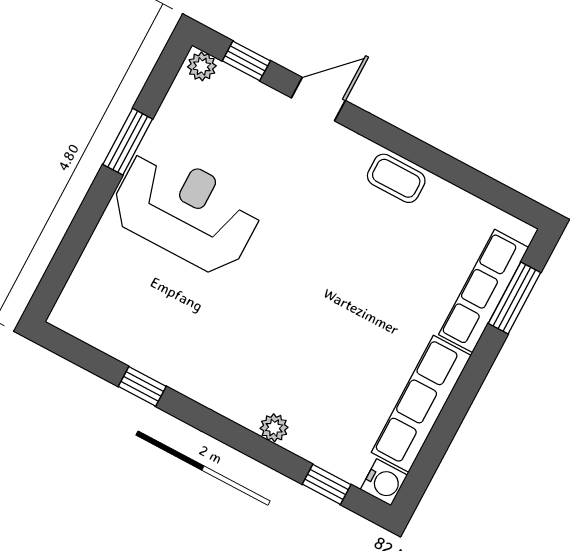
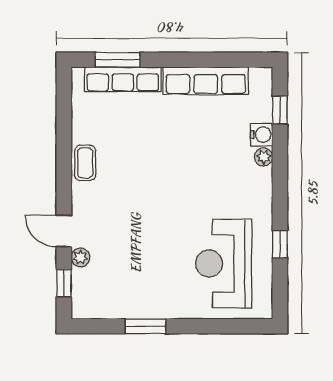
plant: (202, 66) -> (80, 257), moved
reception desk: (186, 211) -> (224, 263), moved
water cooler: (384, 482) -> (261, 135), moved, turned 90

